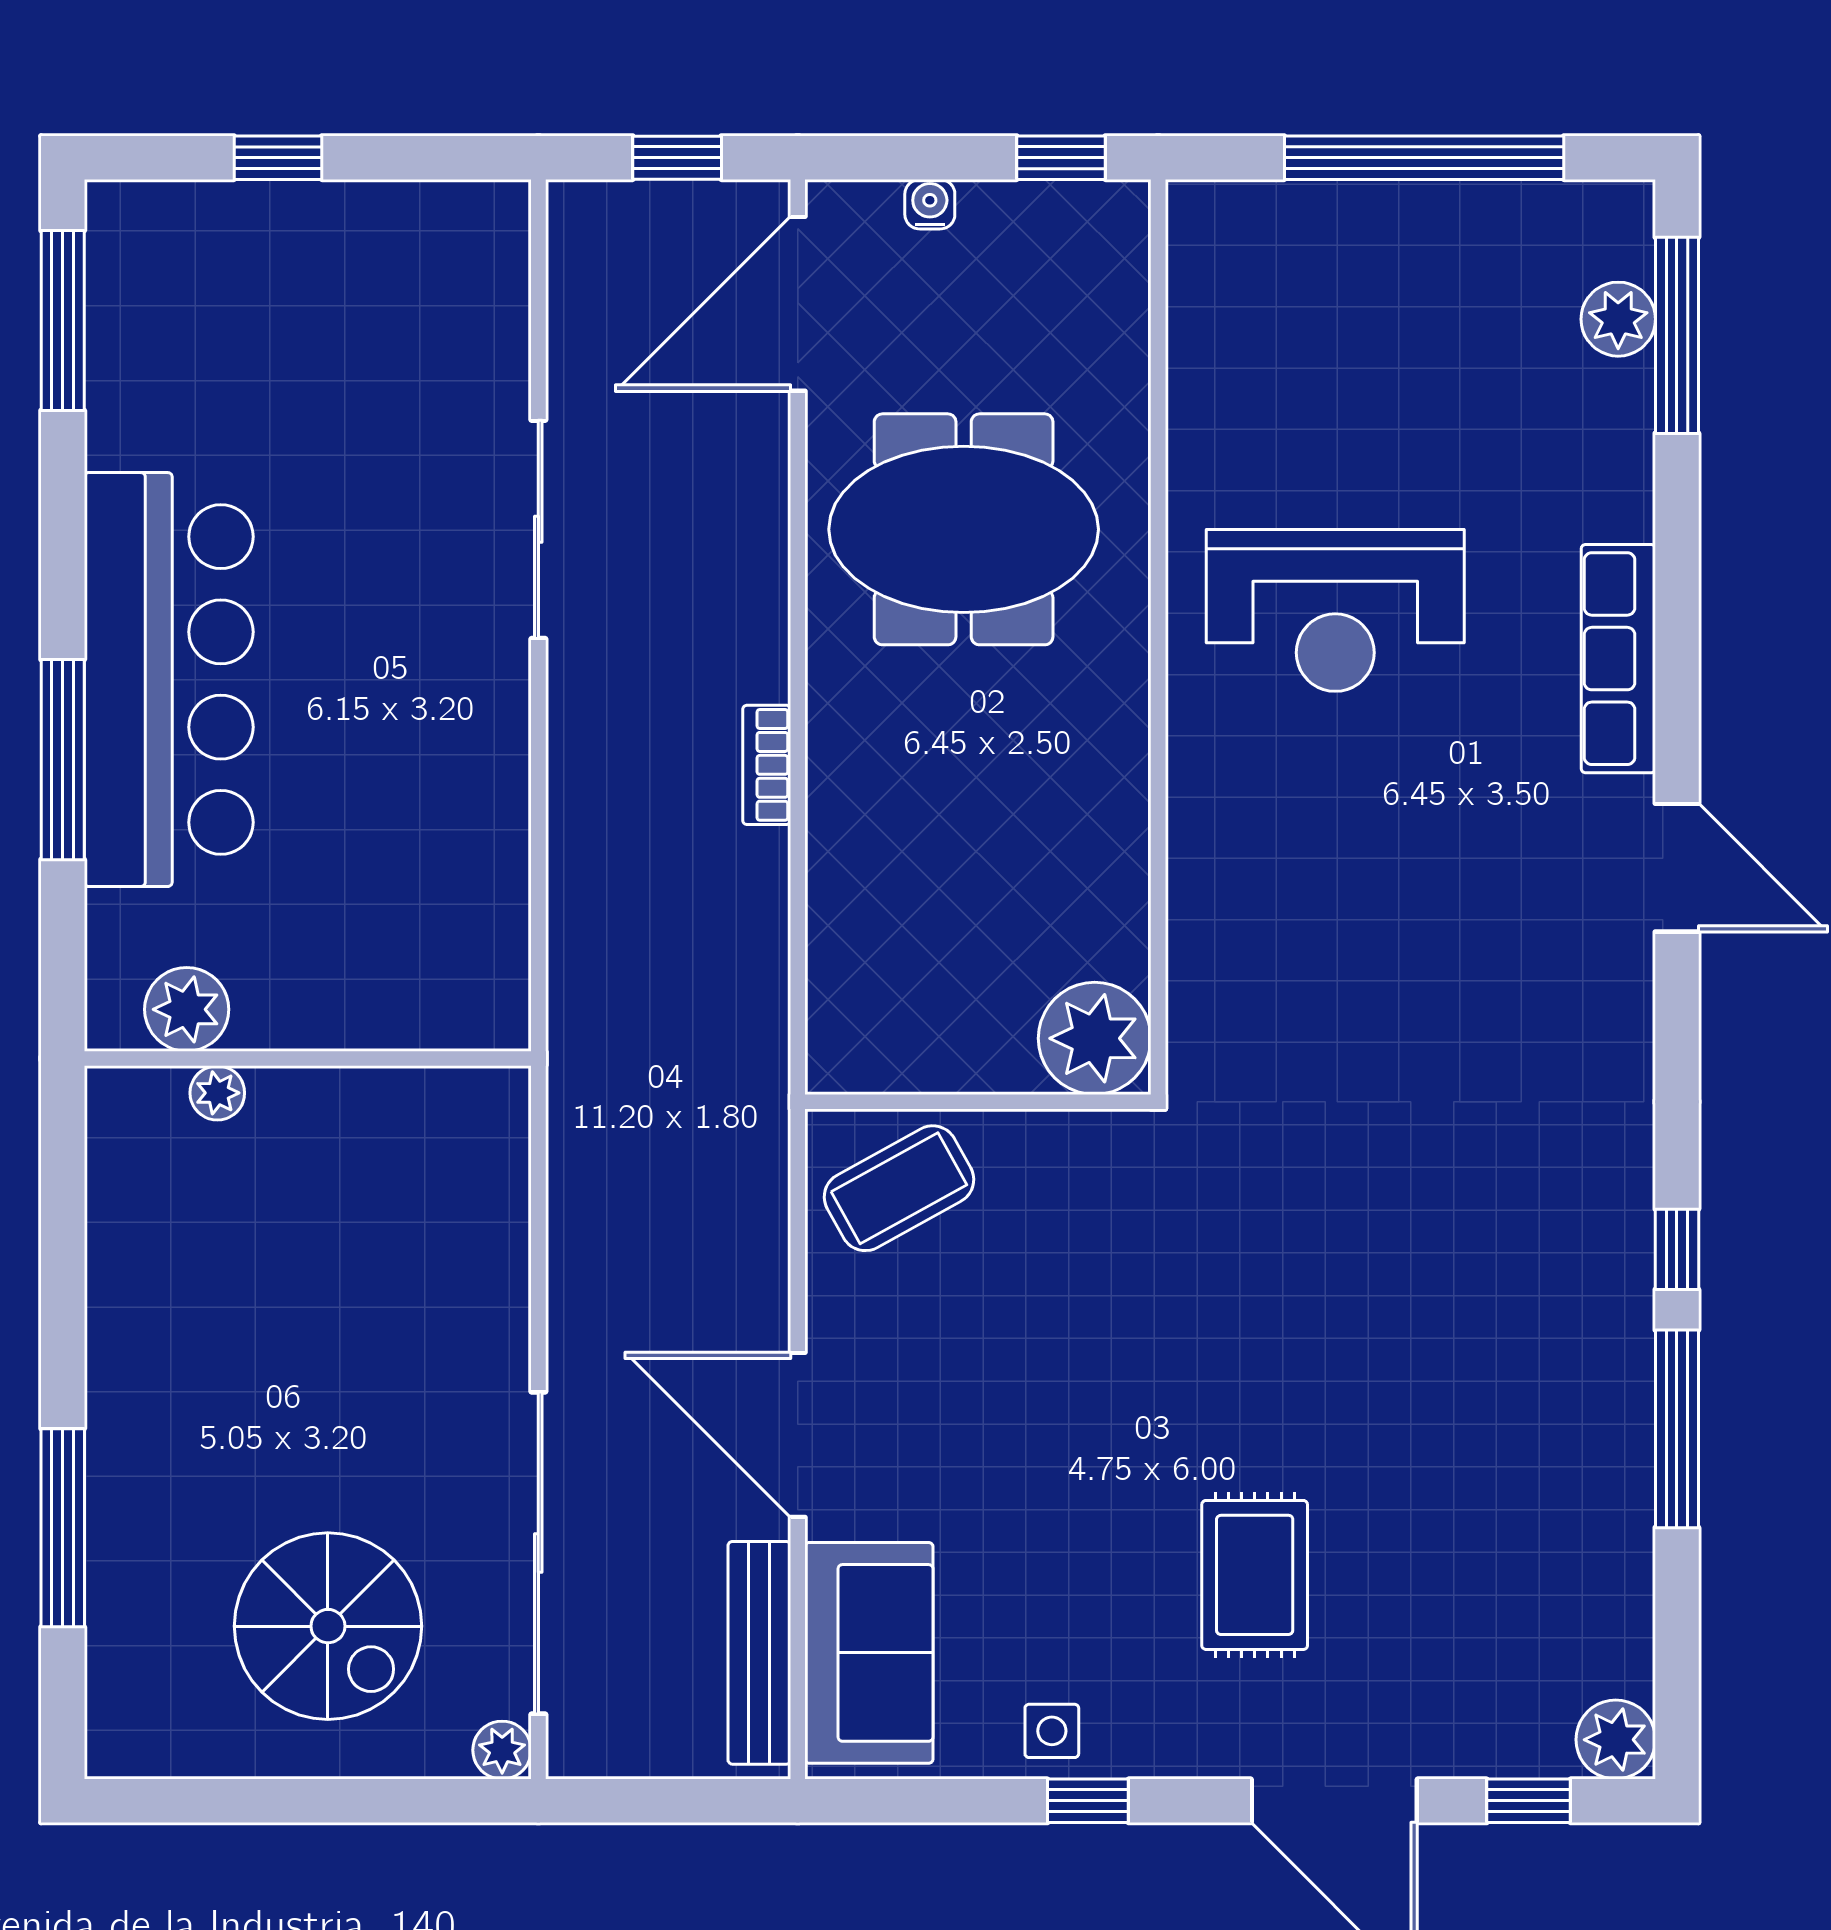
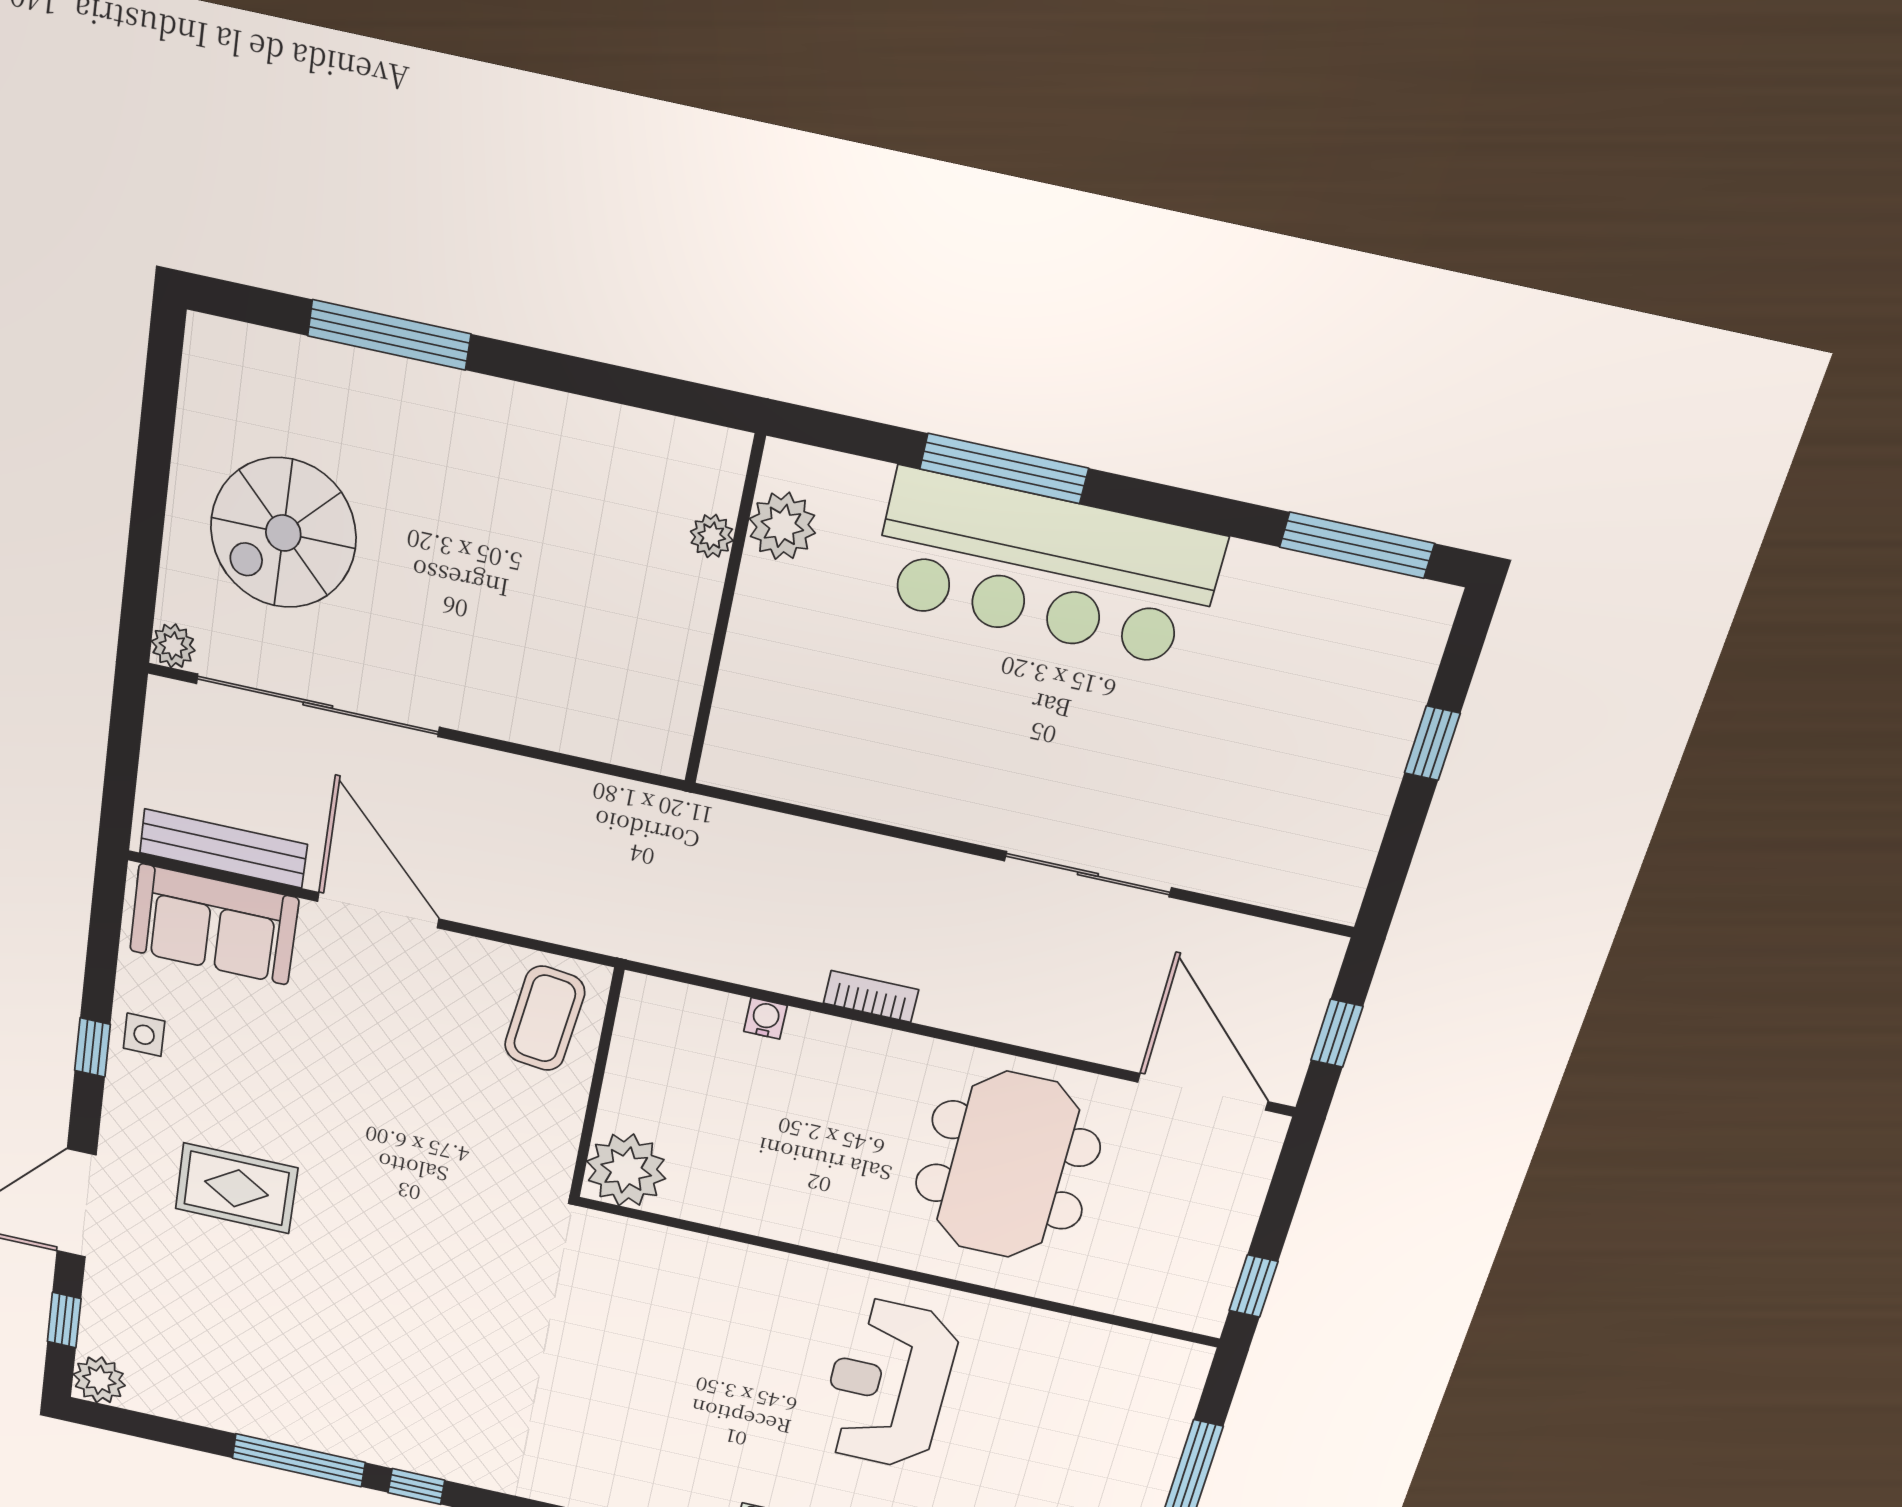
water cooler: (930, 204) -> (765, 1018), moved, turned -90
coffee table: (899, 1188) -> (545, 1018), turned 36
door: (798, 1435) -> (378, 910), hinge flipped

